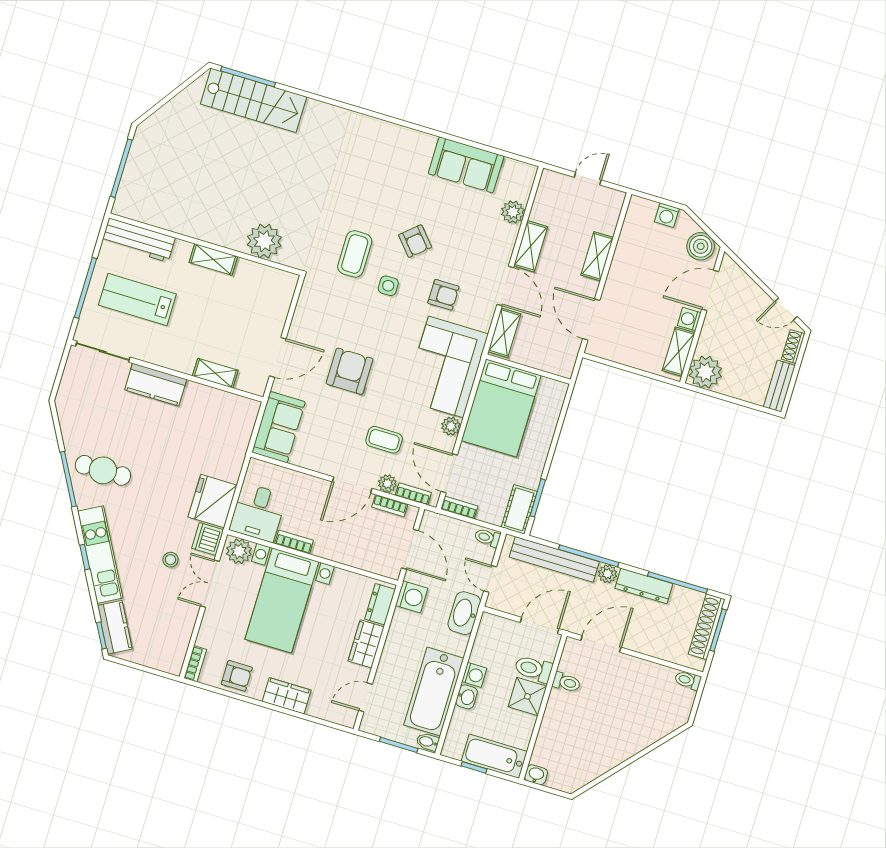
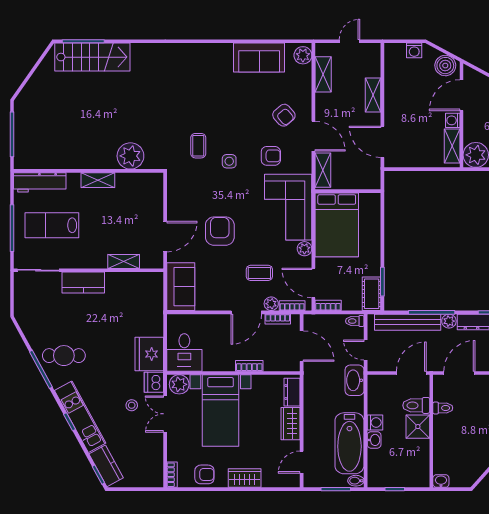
plant: (513, 212) -> (303, 55), moved
armchair: (415, 241) -> (284, 115), moved
shelving: (531, 246) -> (323, 74), moved
coffee table: (355, 254) -> (198, 146), width x0.73, depth x0.77
bookcase: (294, 542) -> (249, 366), moved
washing machine: (412, 597) -> (313, 380), removed
bathtub: (494, 756) -> (407, 477), removed

